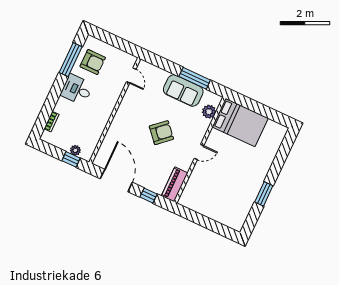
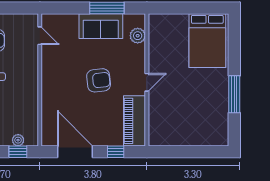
bed: (240, 123) -> (207, 41), moved, turned 90
armchair: (161, 133) -> (99, 80), turned 36
piano: (175, 184) -> (134, 121), width x1.37, depth x1.33
window: (264, 194) -> (234, 94), width x1.44

